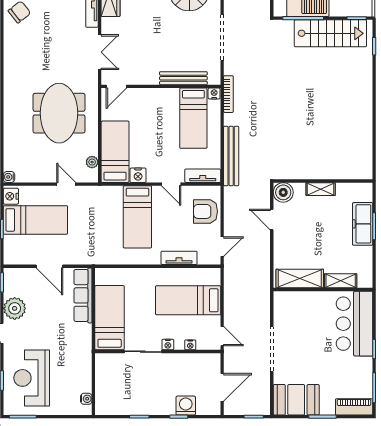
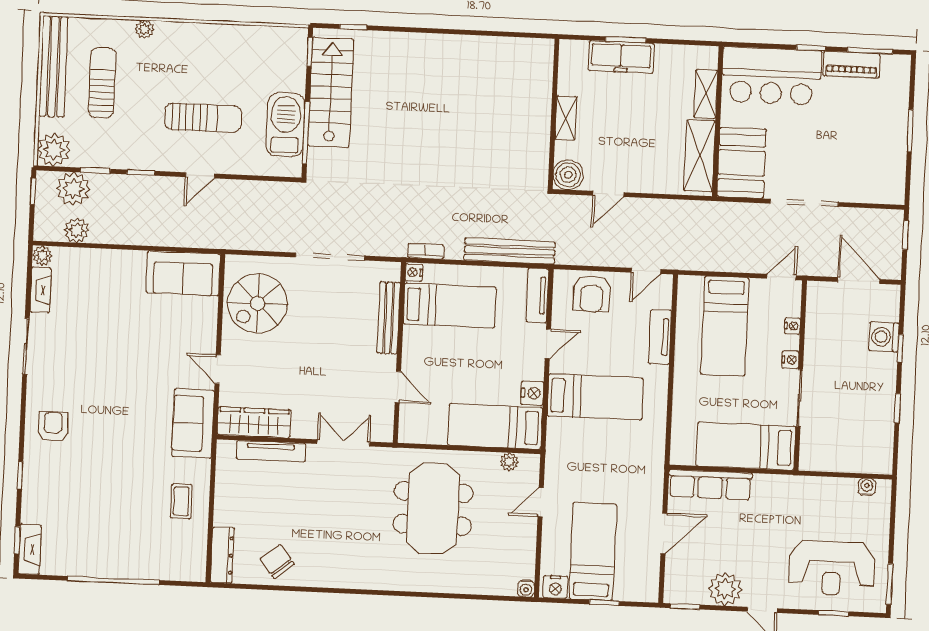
door: (116, 86) -> (398, 387), moved
bookcase: (228, 94) -> (426, 251), width x0.64
meeting table: (59, 113) -> (433, 508), turned 90
door: (222, 247) -> (646, 271), swing flipped
booth: (296, 400) -> (742, 163), moved
piano: (354, 407) -> (851, 65), moved, turned -90

